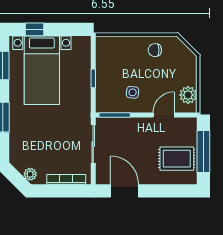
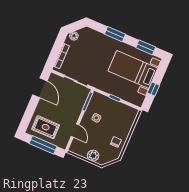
window: (34, 29) -> (153, 89), moved
plant: (188, 95) -> (93, 156), moved
rug: (177, 159) -> (46, 127), turned 90
door: (124, 191) -> (40, 88), hinge flipped

